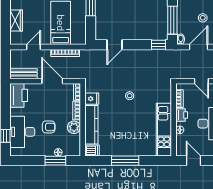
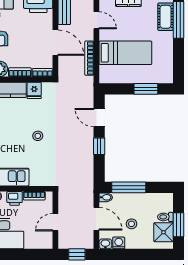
window: (158, 45) -> (99, 146), moved
door: (52, 81) -> (55, 43), hinge flipped

